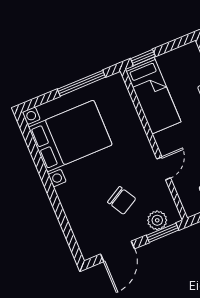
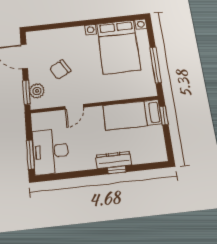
door: (164, 168) -> (74, 107), hinge flipped

